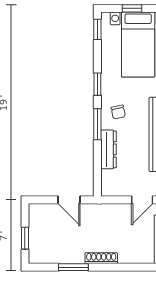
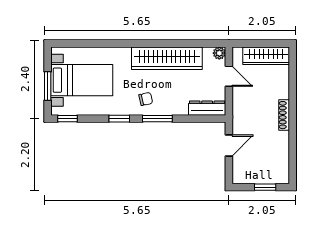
window: (132, 8) -> (48, 86), width x1.50
dresser: (109, 149) -> (207, 108), moved
window: (73, 267) -> (293, 141), removed

